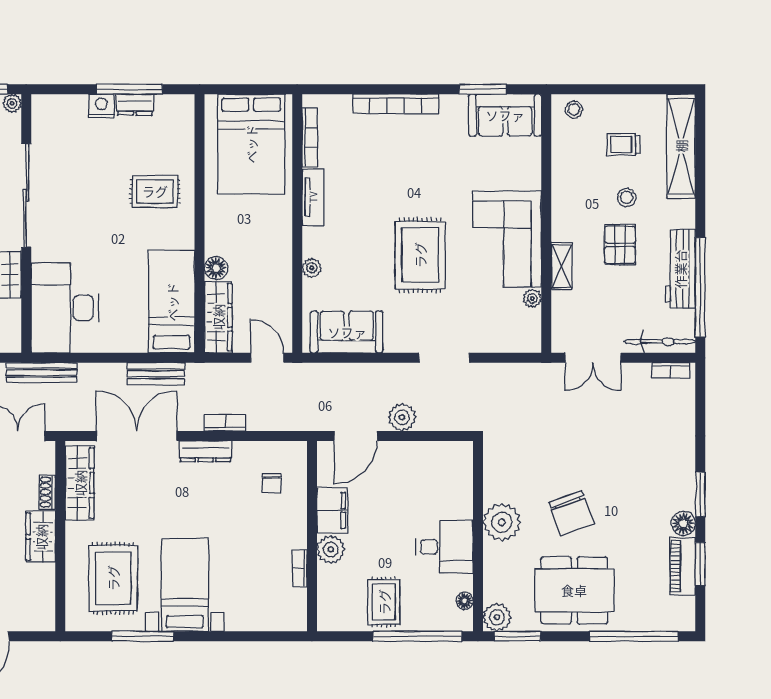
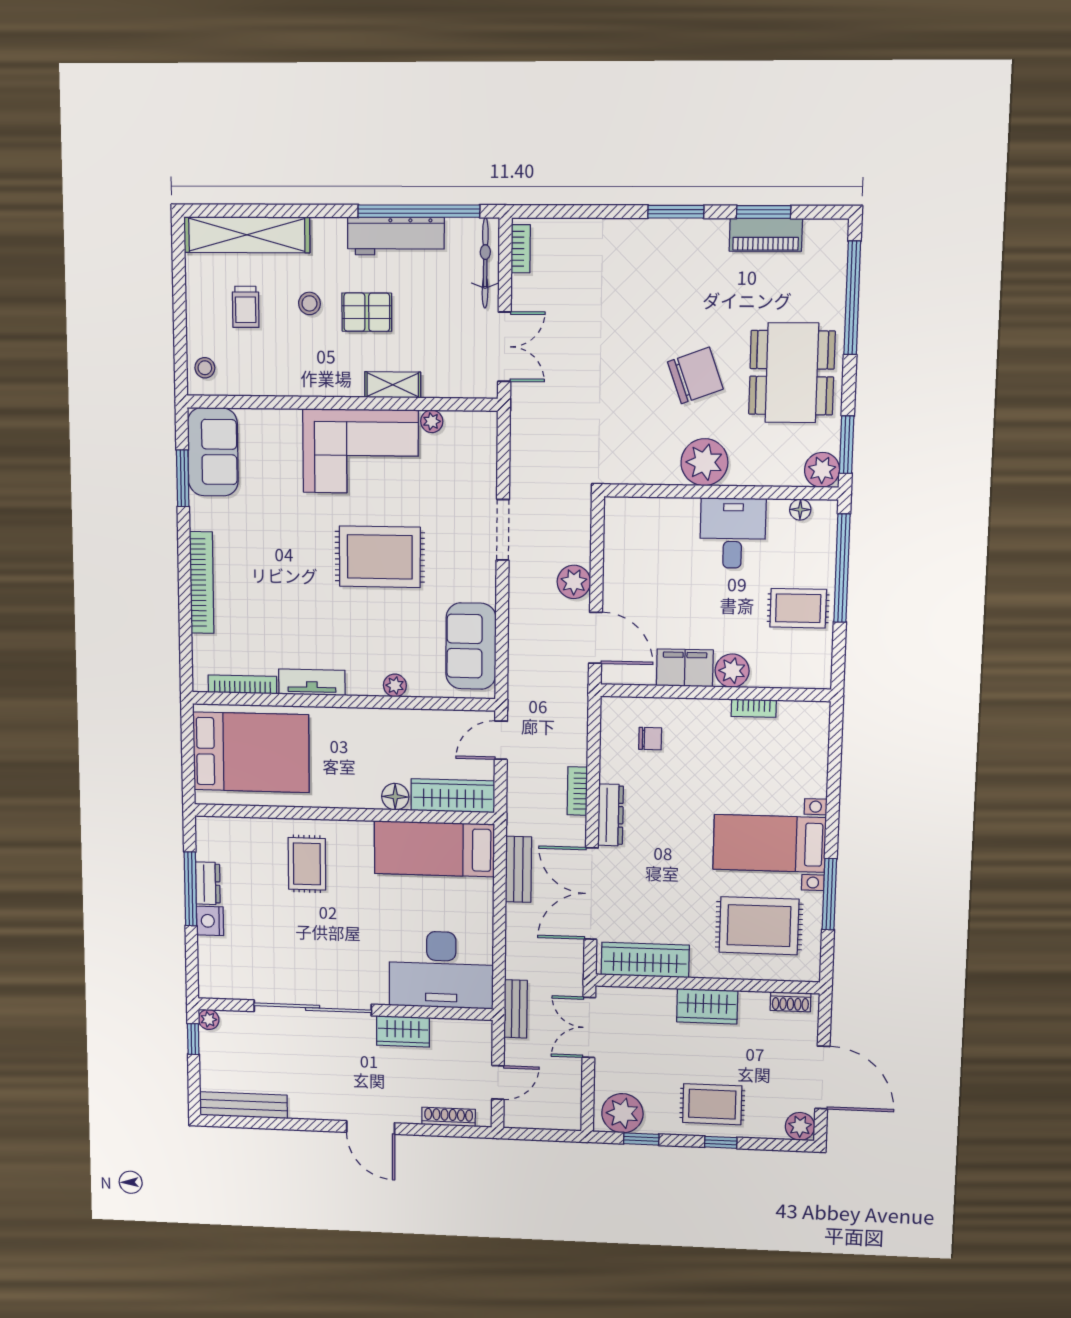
bench: (41, 373) -> (516, 1009), width x0.73
shoe rack: (47, 492) -> (790, 1002), moved
floor lamp: (683, 523) -> (712, 234), removed

